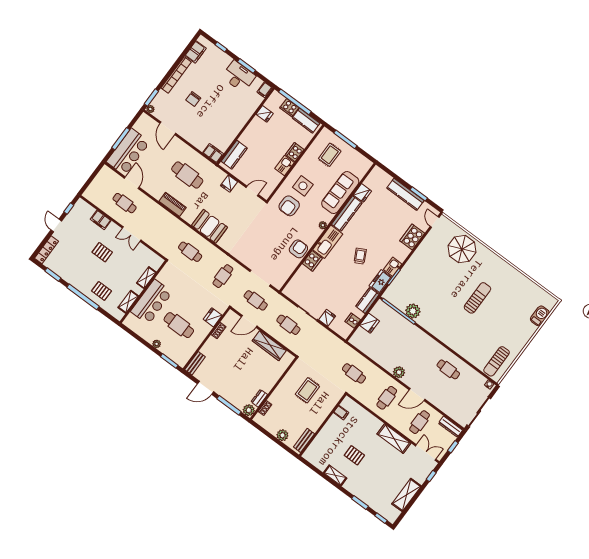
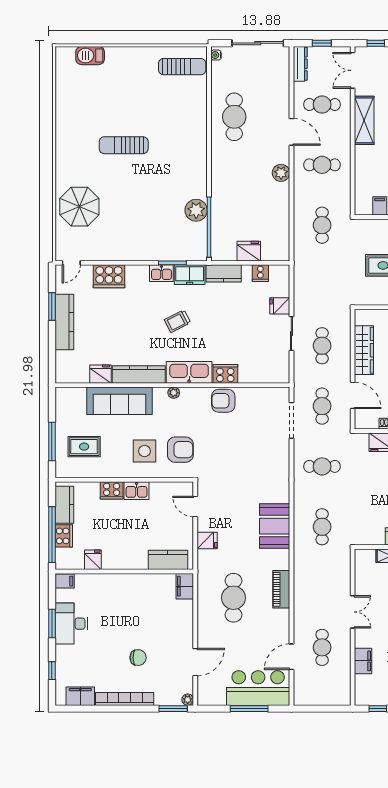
cafe table: (448, 369) -> (234, 117), width x1.37, depth x1.35

